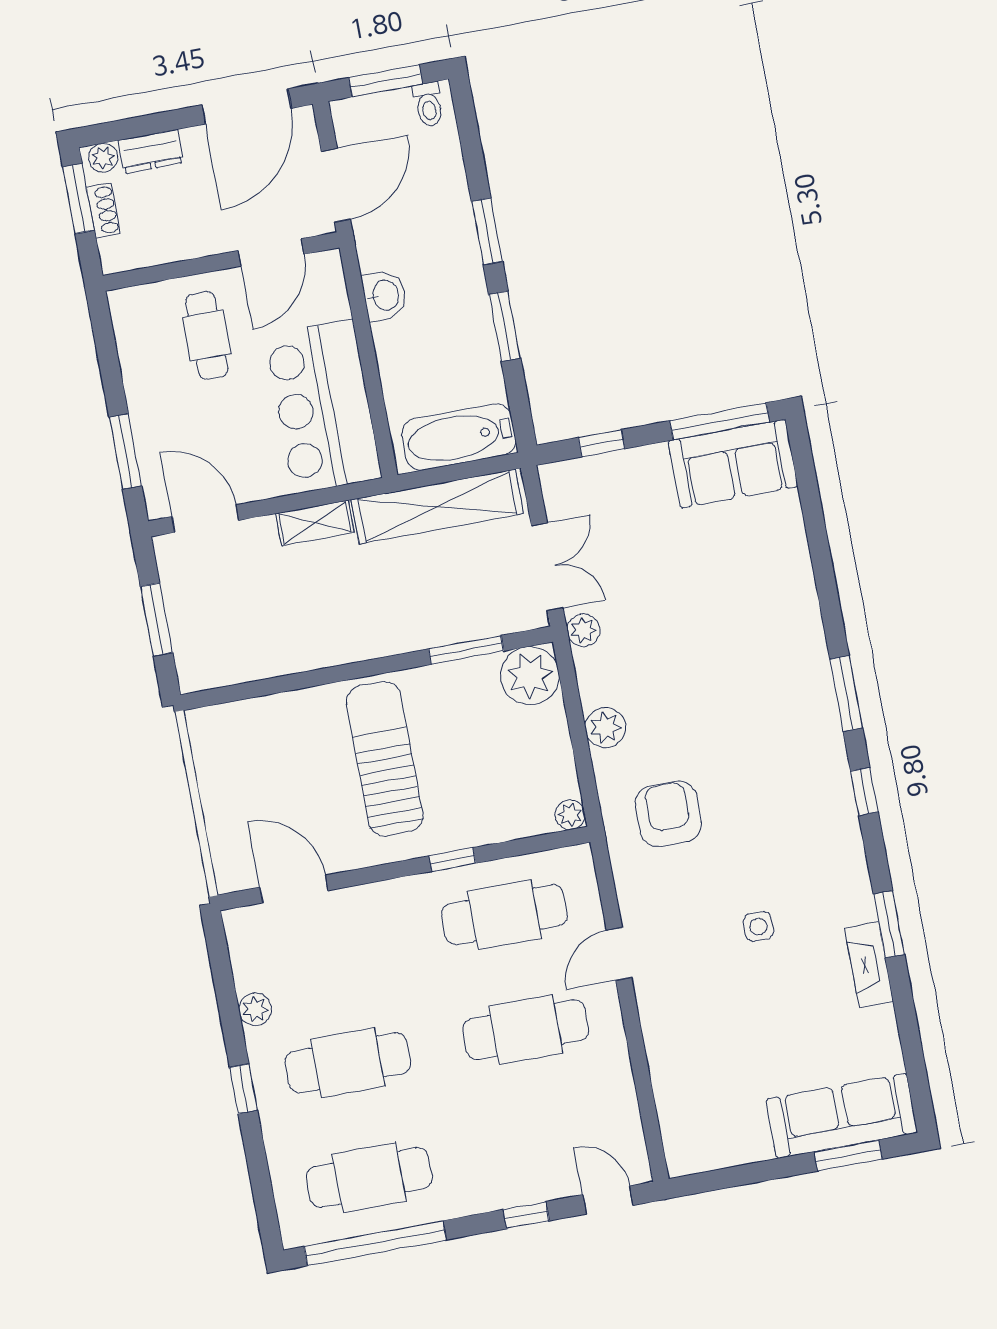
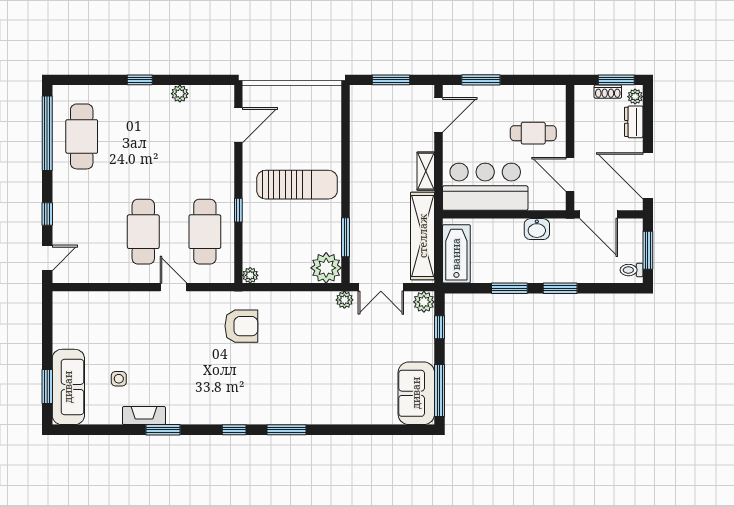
plant: (605, 728) -> (424, 302), moved
side table: (758, 926) -> (119, 379), moved
cafe table: (348, 1063) -> (143, 136), removed

